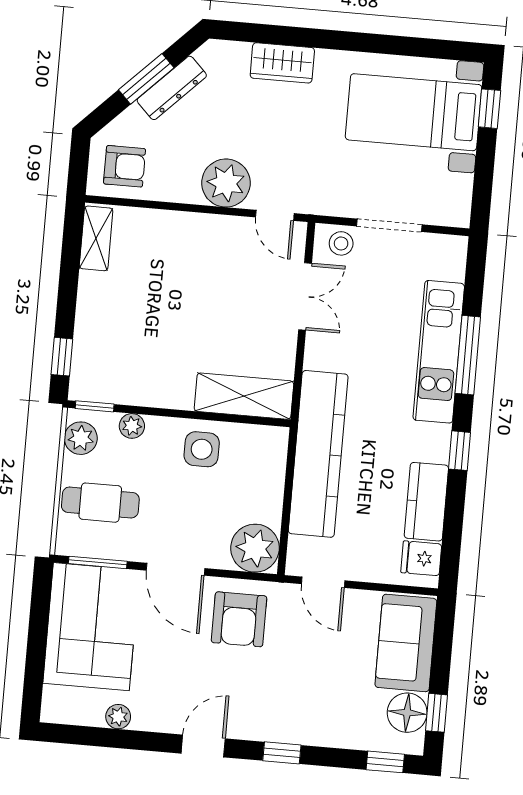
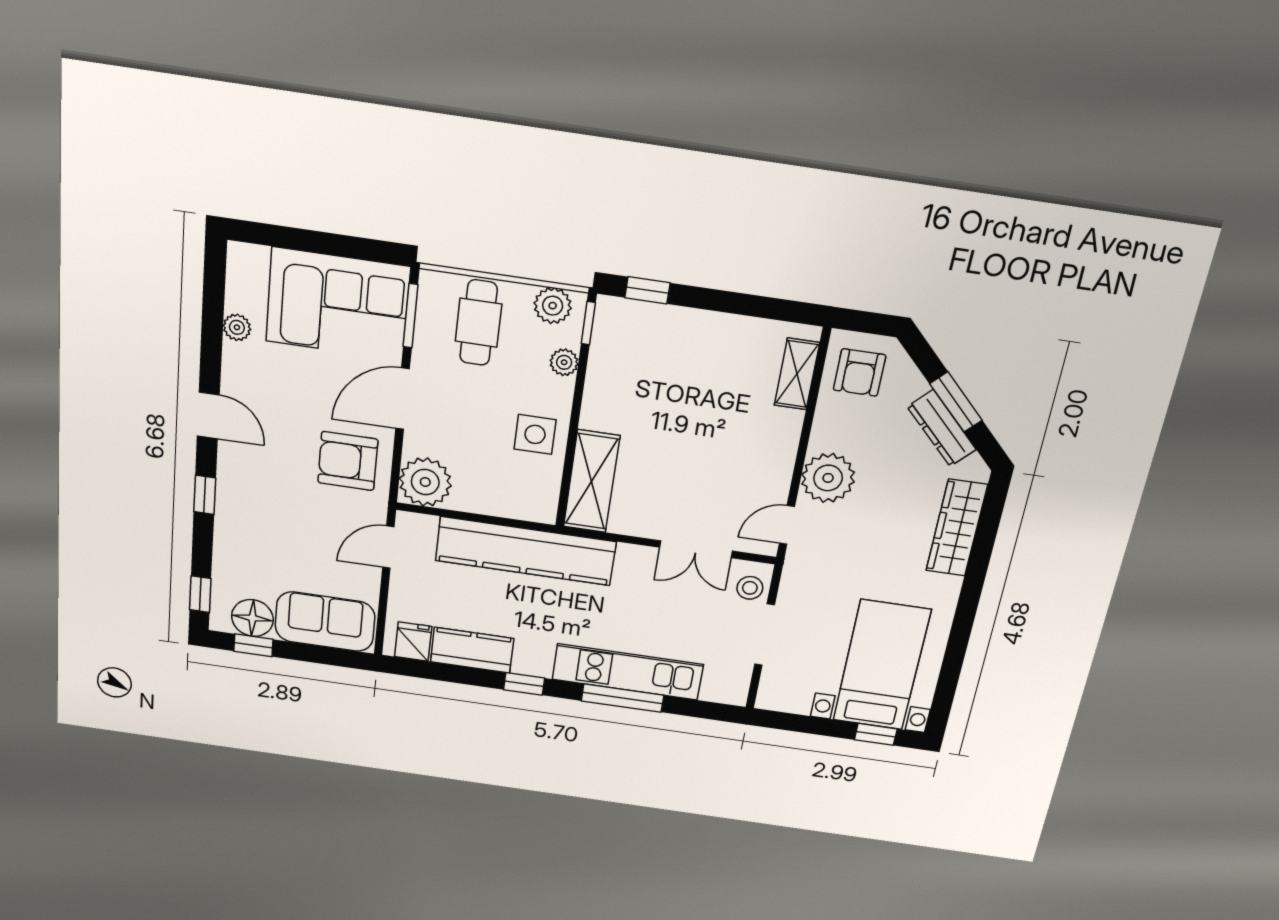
wardrobe: (282, 63) -> (957, 528), width x1.50
shelving: (96, 238) -> (797, 374), moved, turned 90

